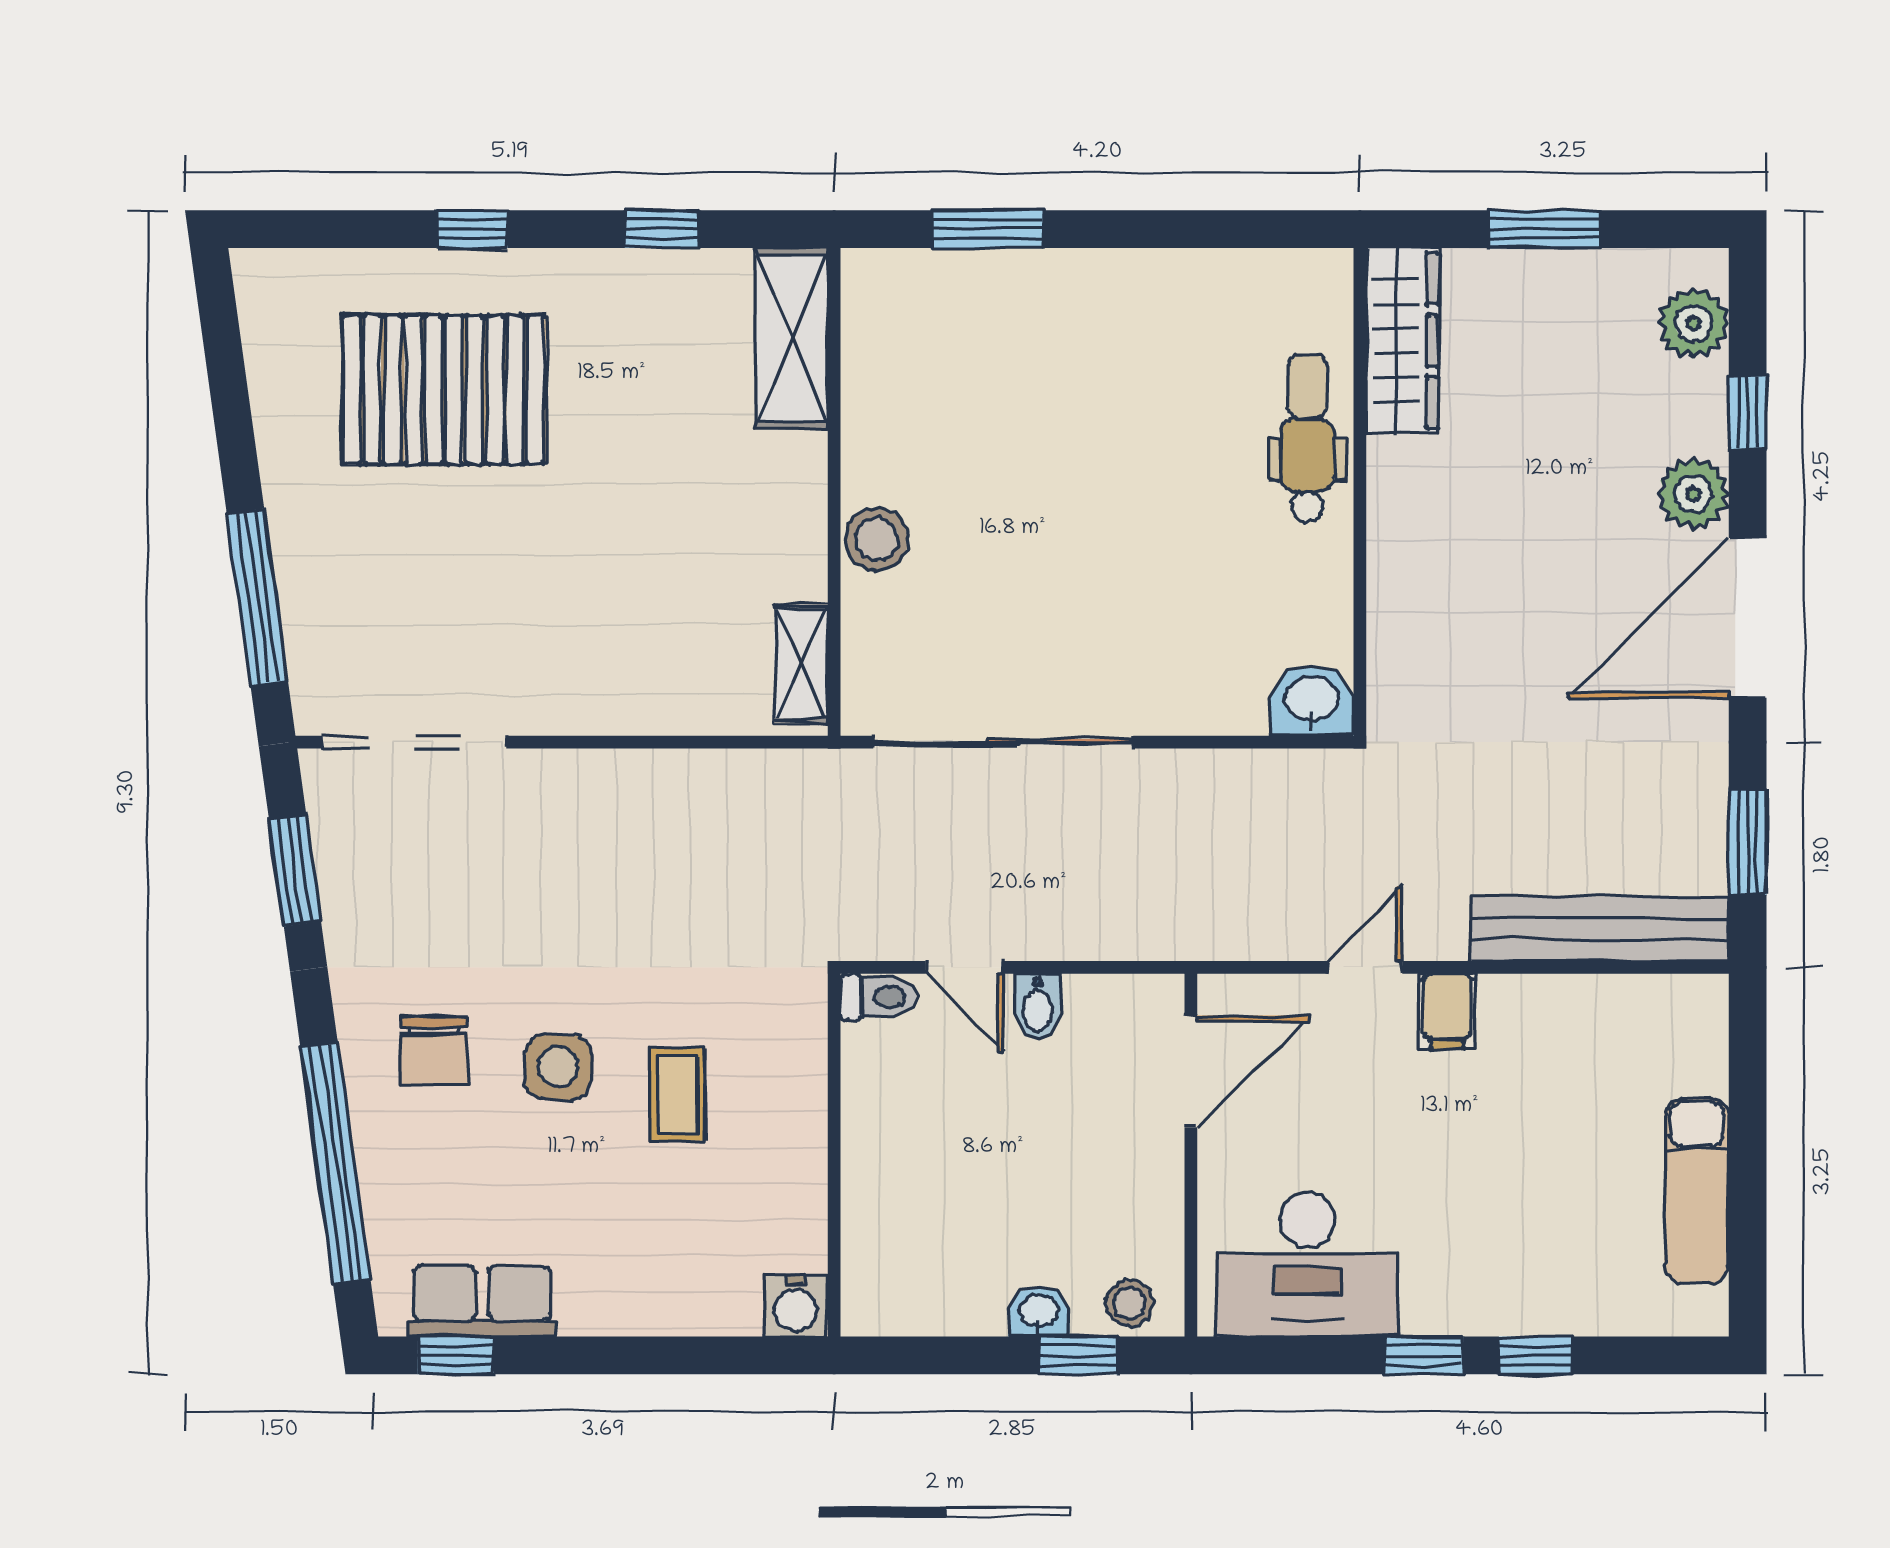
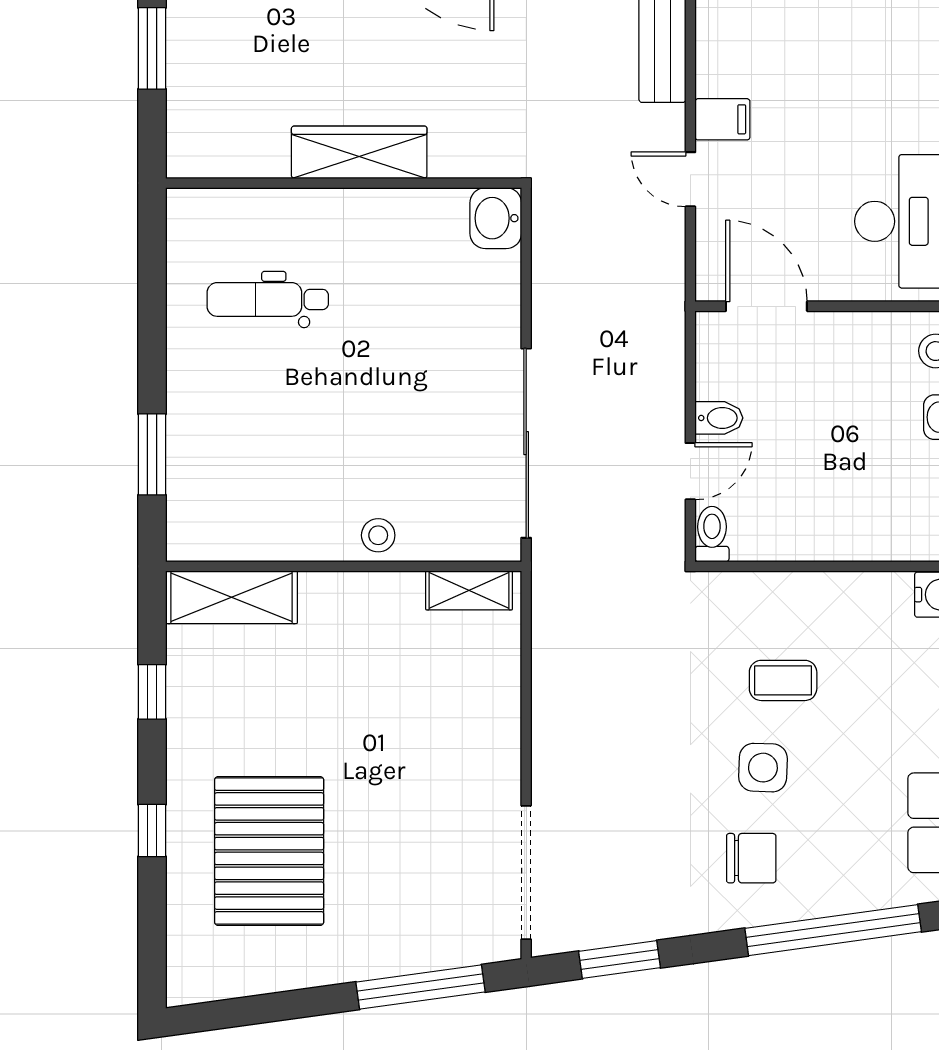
wardrobe: (1402, 341) -> (359, 152), moved
dental chair: (1307, 438) -> (268, 299), moved
stool: (877, 539) -> (378, 535), width x0.73, depth x0.73

